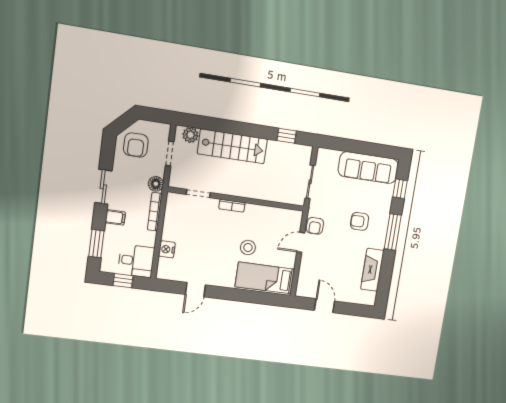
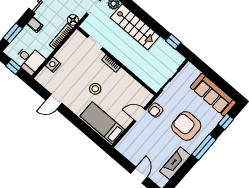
armchair: (360, 221) -> (186, 126), width x1.88, depth x1.88
stool: (248, 248) -> (95, 89), moved
door: (325, 306) -> (139, 175), moved

